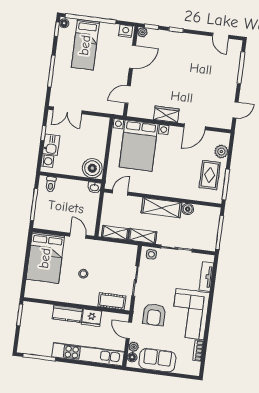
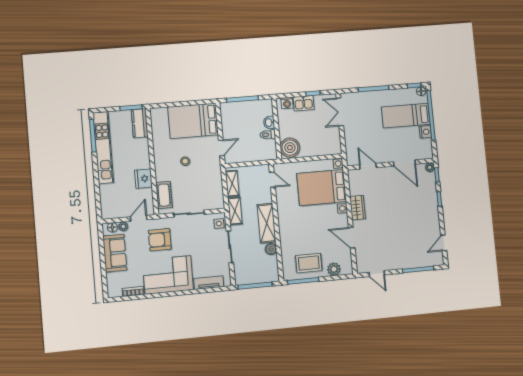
nightstand: (126, 31) -> (425, 132), moved
toilet: (51, 184) -> (268, 135), moved
washbasin: (94, 187) -> (269, 123), moved
kitchen counter: (67, 314) -> (140, 123), moved
kitchen unit: (88, 354) -> (103, 148), moved

